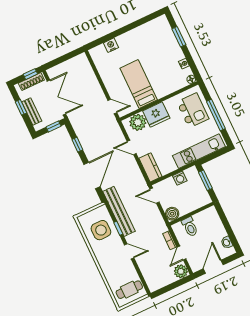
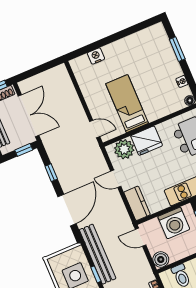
washing machine: (180, 178) -> (174, 223), width x1.89, depth x1.89

